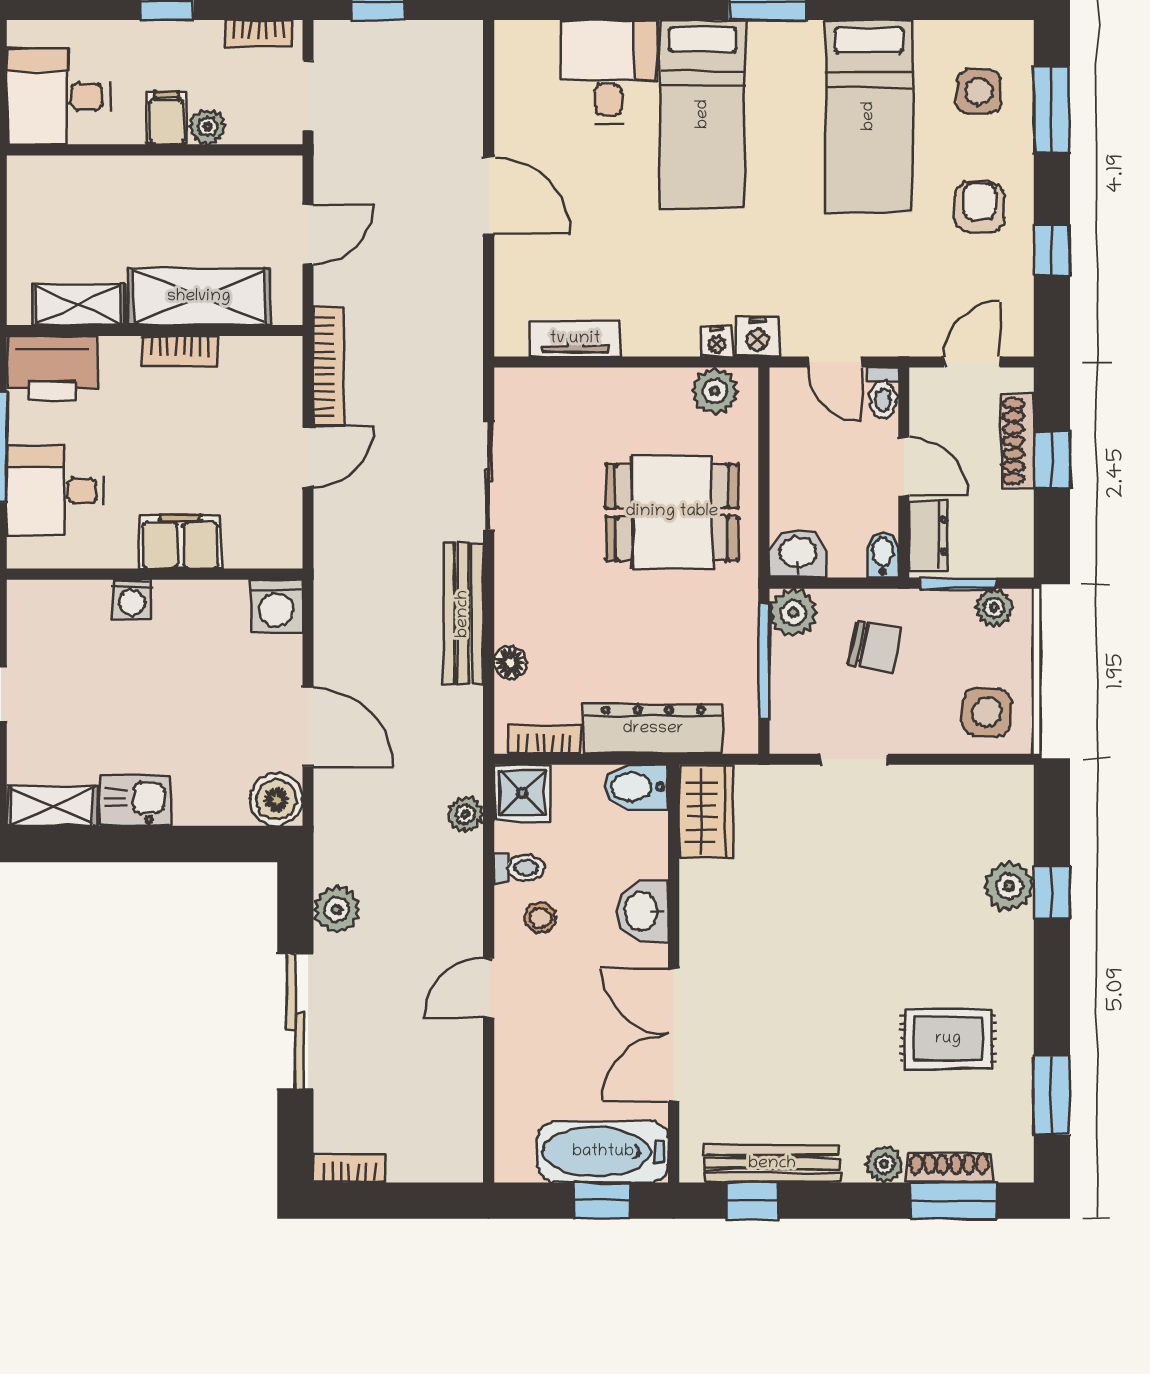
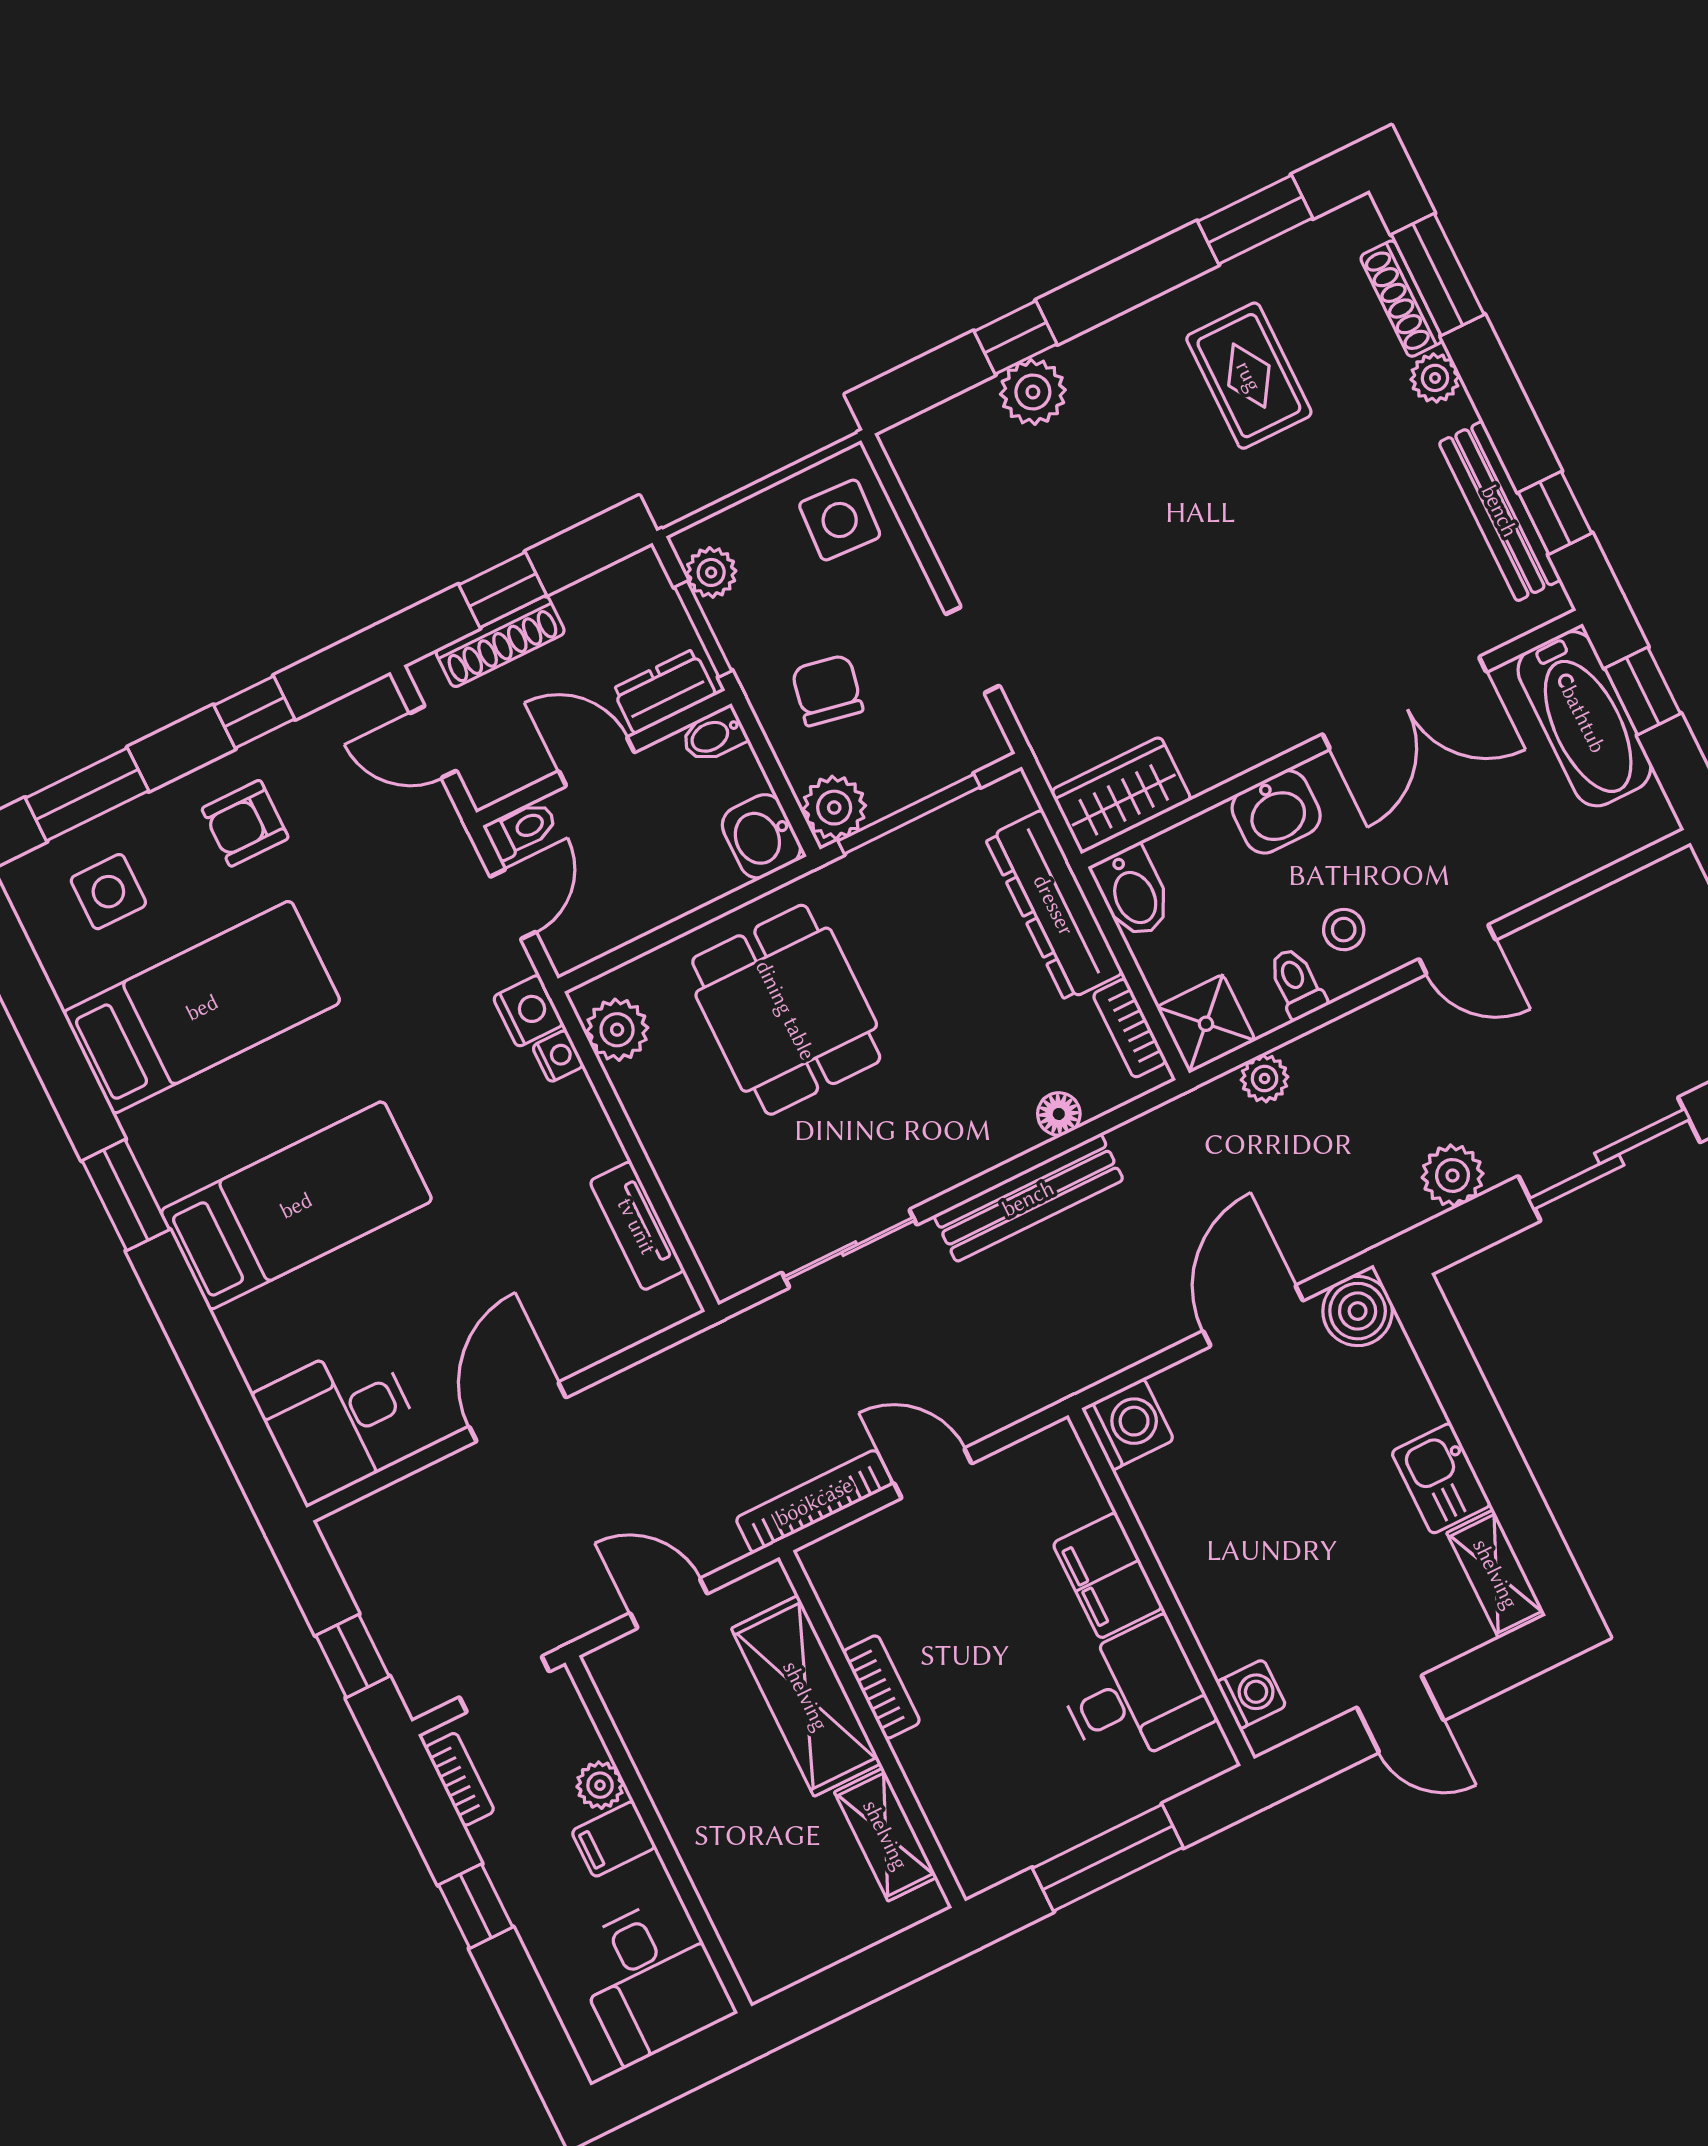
desk: (609, 72) -> (340, 1421), moved
printer: (52, 369) -> (977, 1828), removed
door: (904, 466) -> (597, 762), hinge flipped
desk: (55, 491) -> (1134, 1694), moved, turned -90
washing machine: (132, 600) -> (1251, 1694), moved

